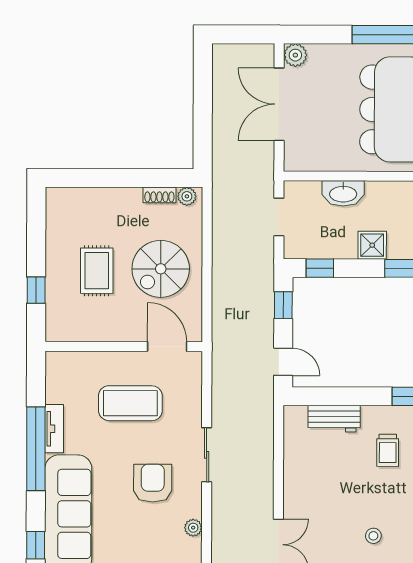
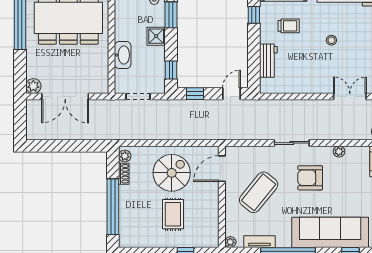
window: (108, 178) -> (113, 207), added
spiral stairs: (161, 269) -> (172, 173), turned -90
rug: (97, 271) -> (173, 214), turned 90
plant: (54, 359) -> (230, 242), added
coffee table: (130, 403) -> (259, 192), turned 39
tv unit: (54, 429) -> (260, 242), moved
stool: (373, 536) -> (331, 40), moved

